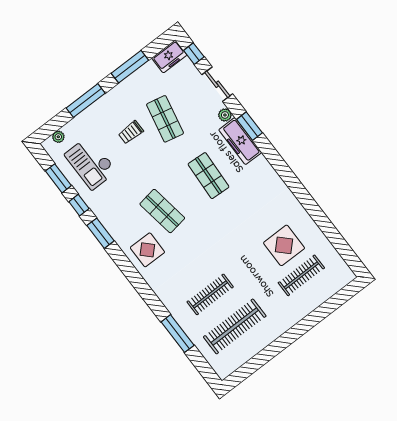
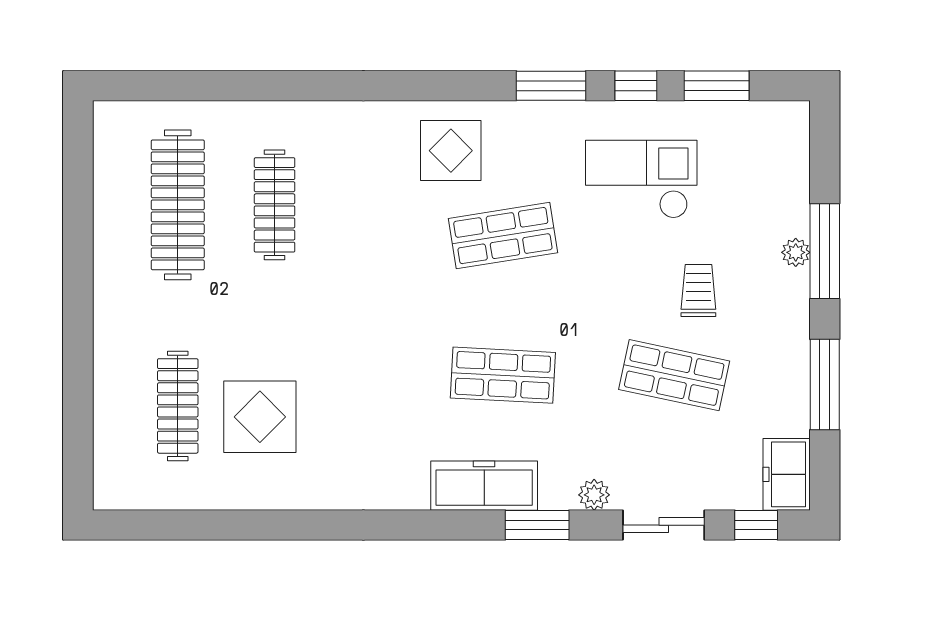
plant: (58, 137) -> (796, 252), moved
freezer: (240, 141) -> (484, 486), moved
checkout: (91, 163) -> (641, 179), moved
window: (178, 334) -> (248, 86), removed

